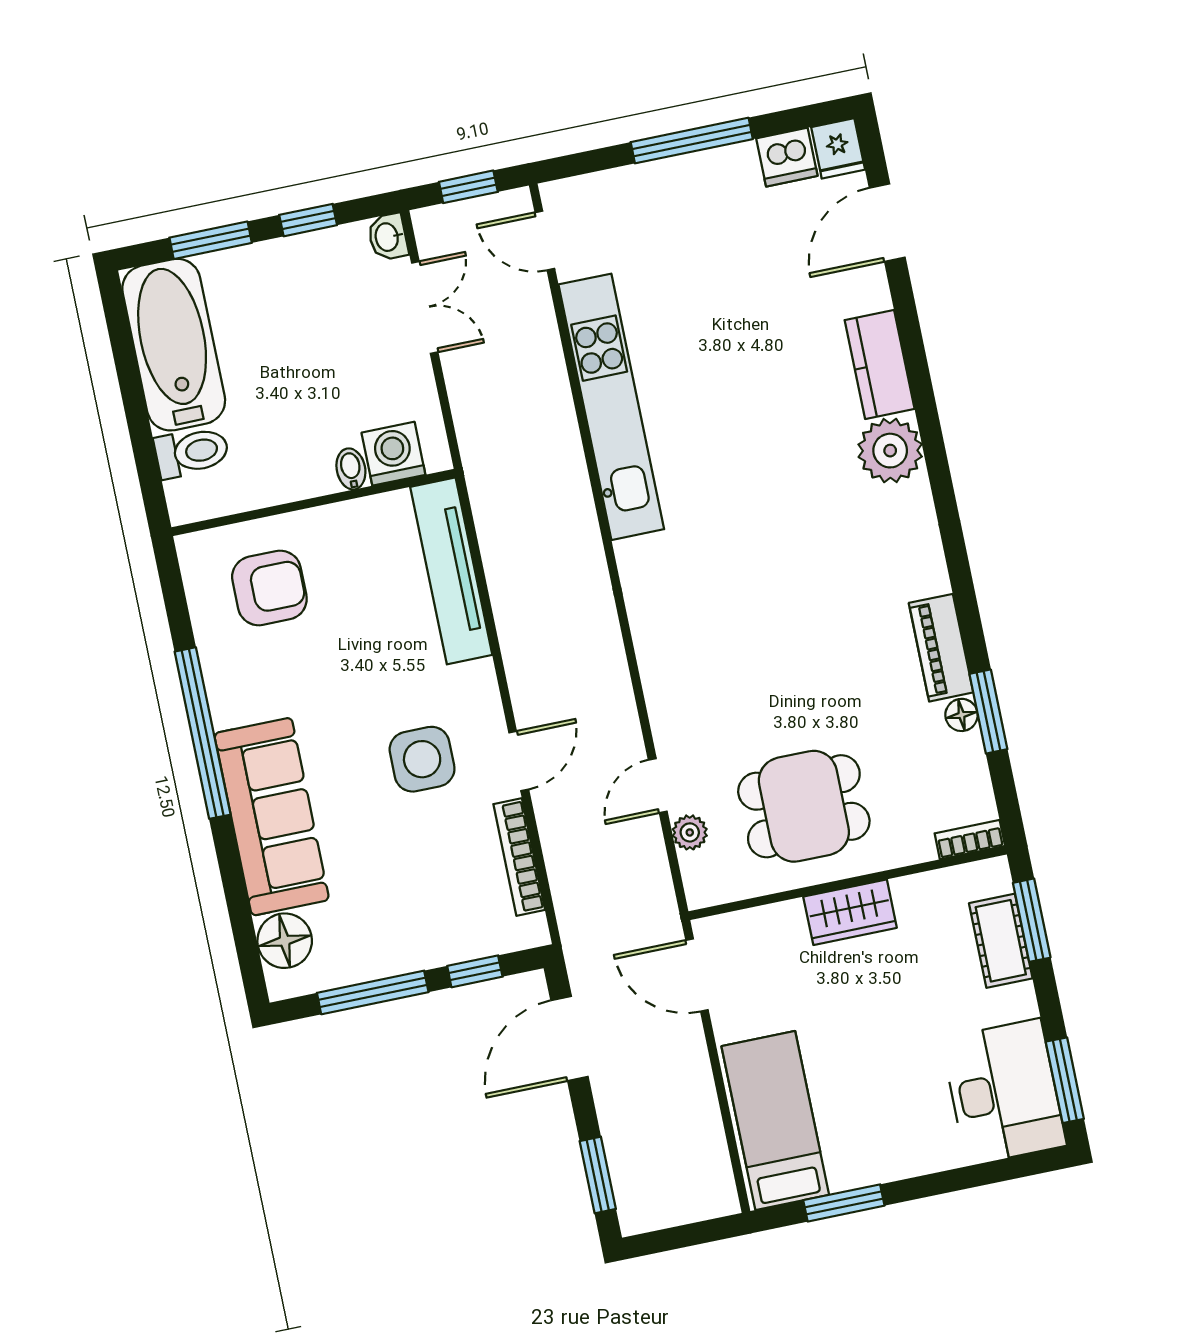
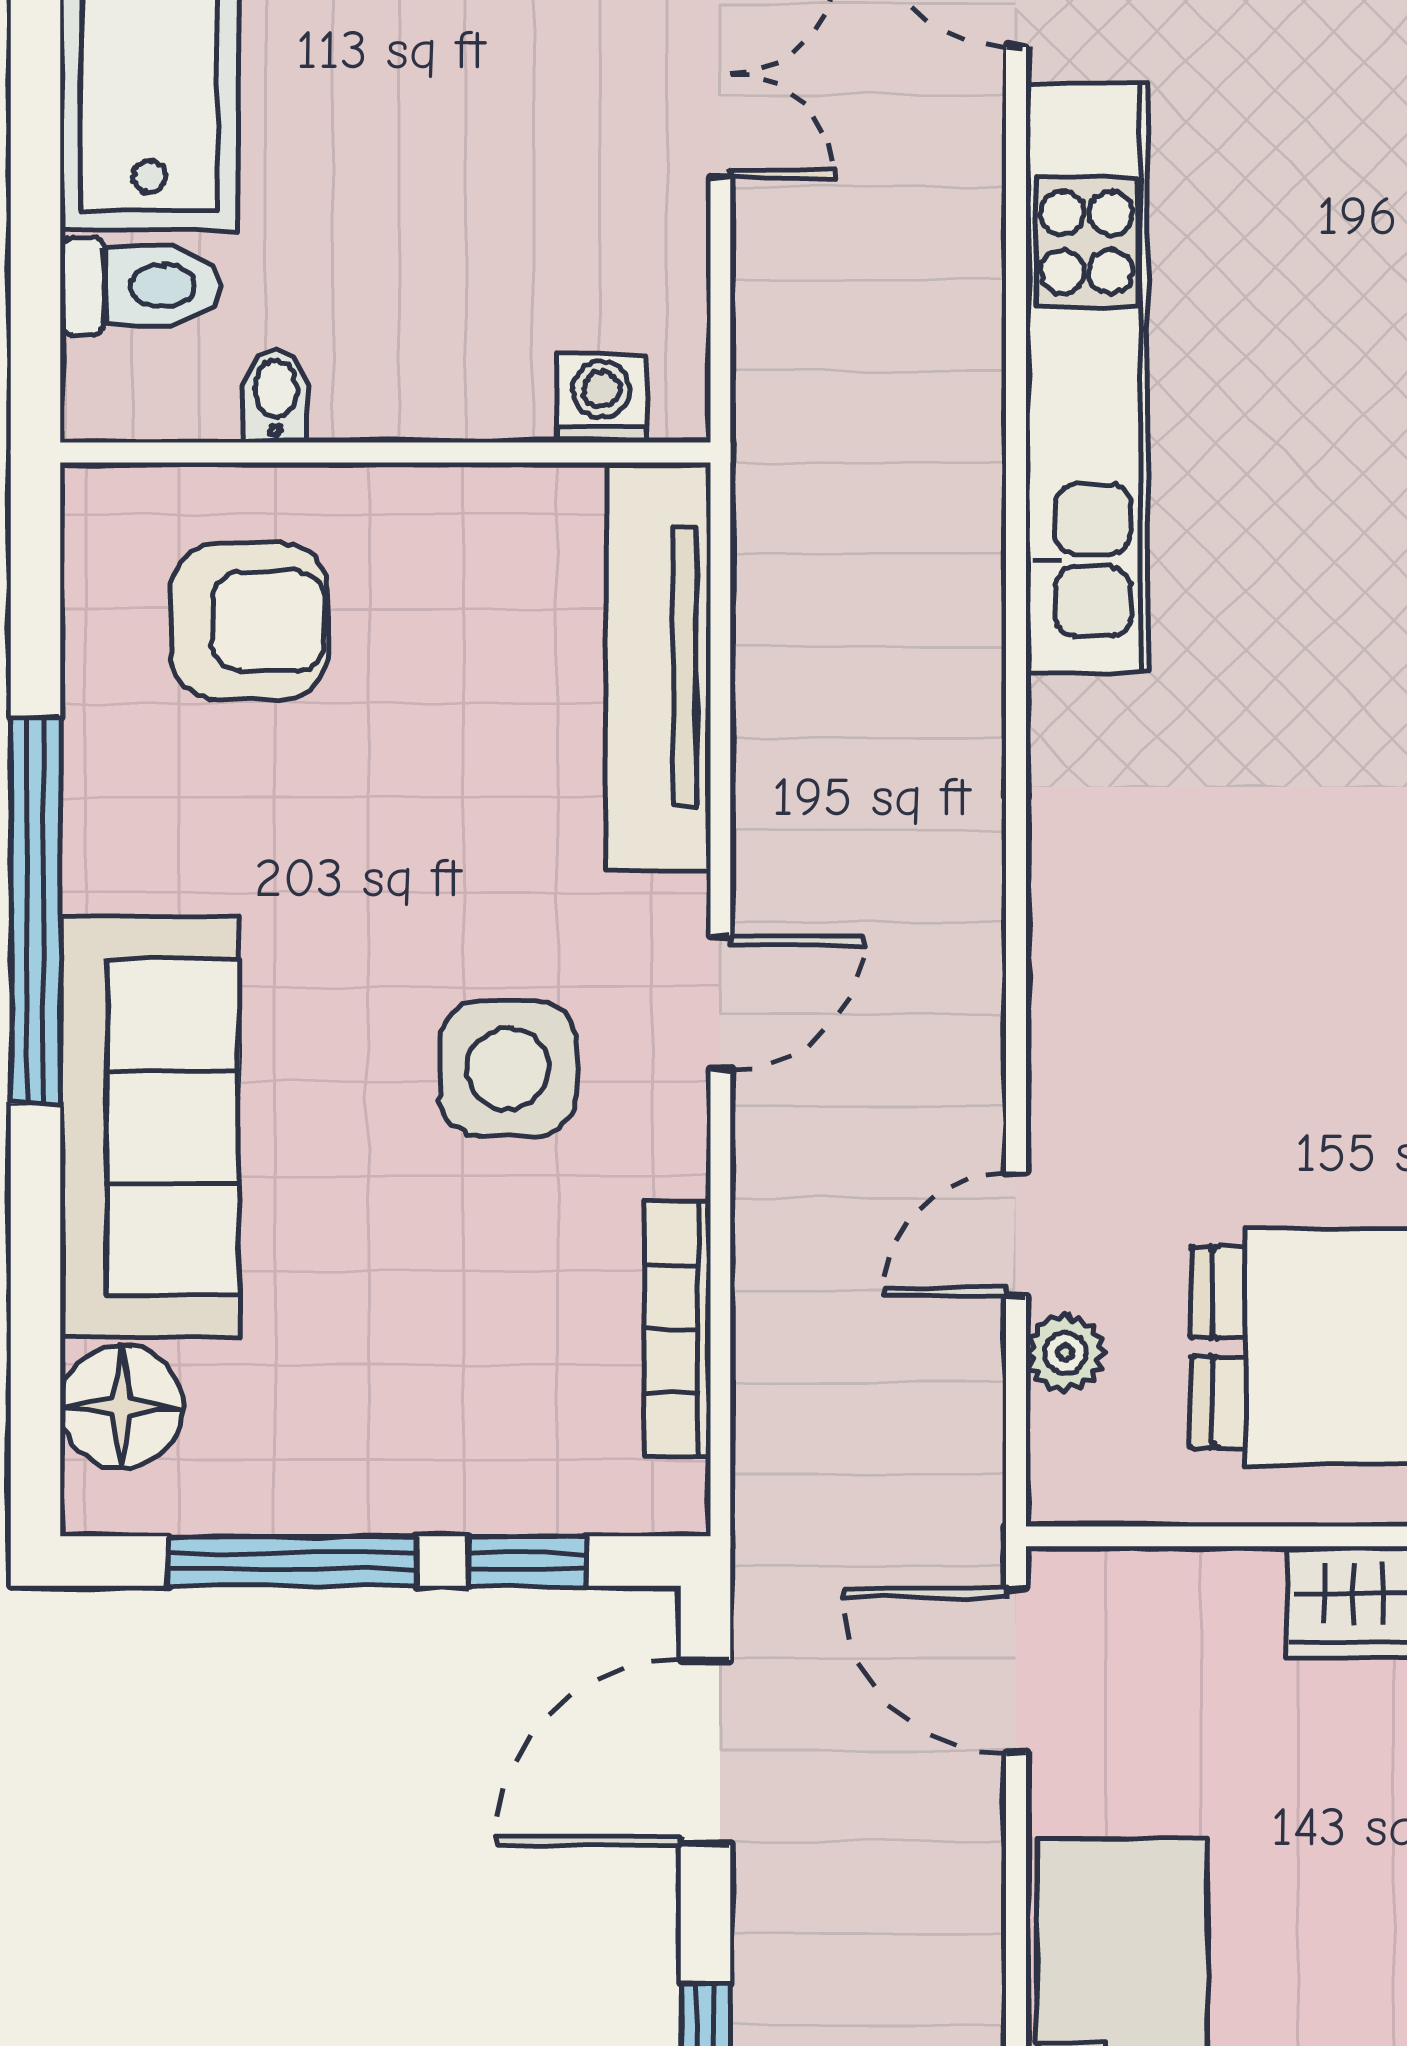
washing machine: (393, 454) -> (601, 398), width x0.73, depth x0.73
bidet: (351, 469) -> (275, 396), moved
door: (519, 761) -> (720, 1003), moved

